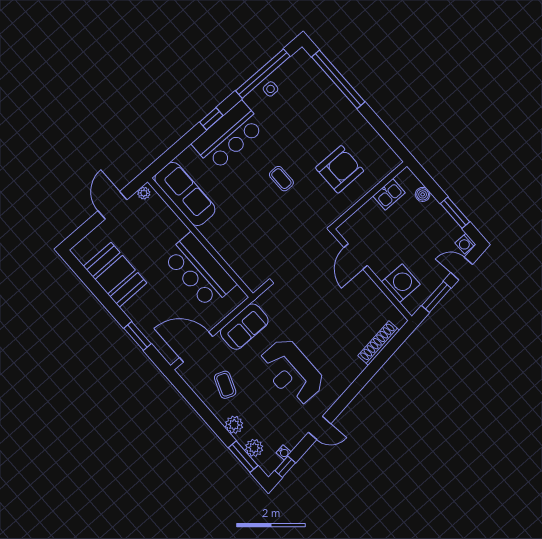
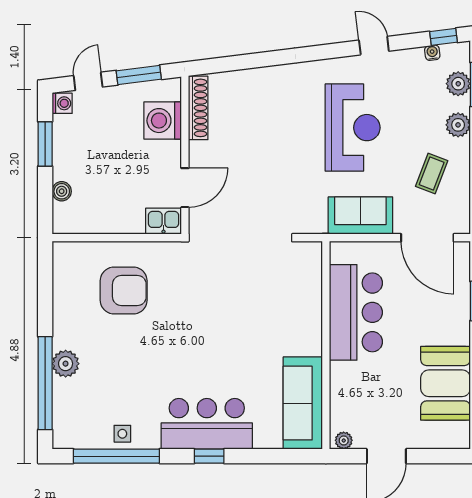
plant: (336, 100) -> (66, 364), added
armchair: (340, 169) -> (124, 291), turned 180
coffee table: (281, 179) -> (191, 333), removed
kitchen sink: (389, 194) -> (163, 221), moved
door: (462, 269) -> (88, 81), swing flipped
shoe rack: (379, 343) -> (198, 108), moved, turned -83

